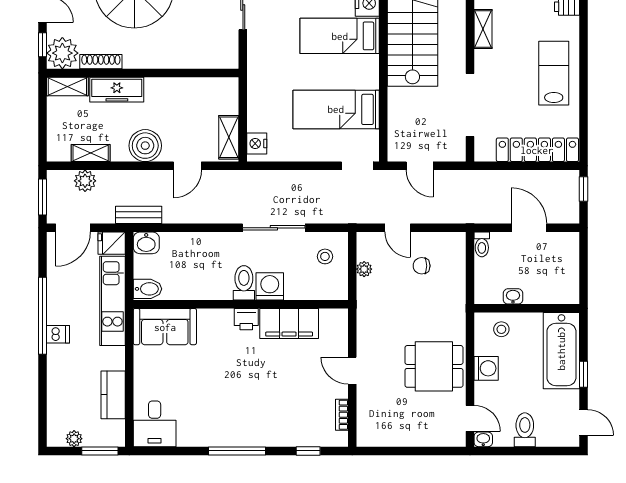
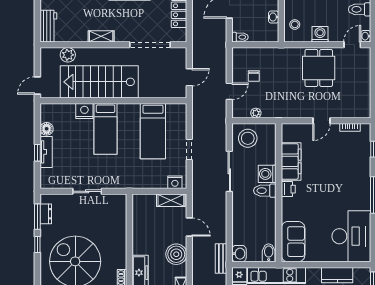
doorway: (357, 166) -> (189, 149), moved
stool: (325, 256) -> (248, 138), width x1.89, depth x1.89
desk: (155, 424) -> (351, 236), width x1.87, depth x1.30

